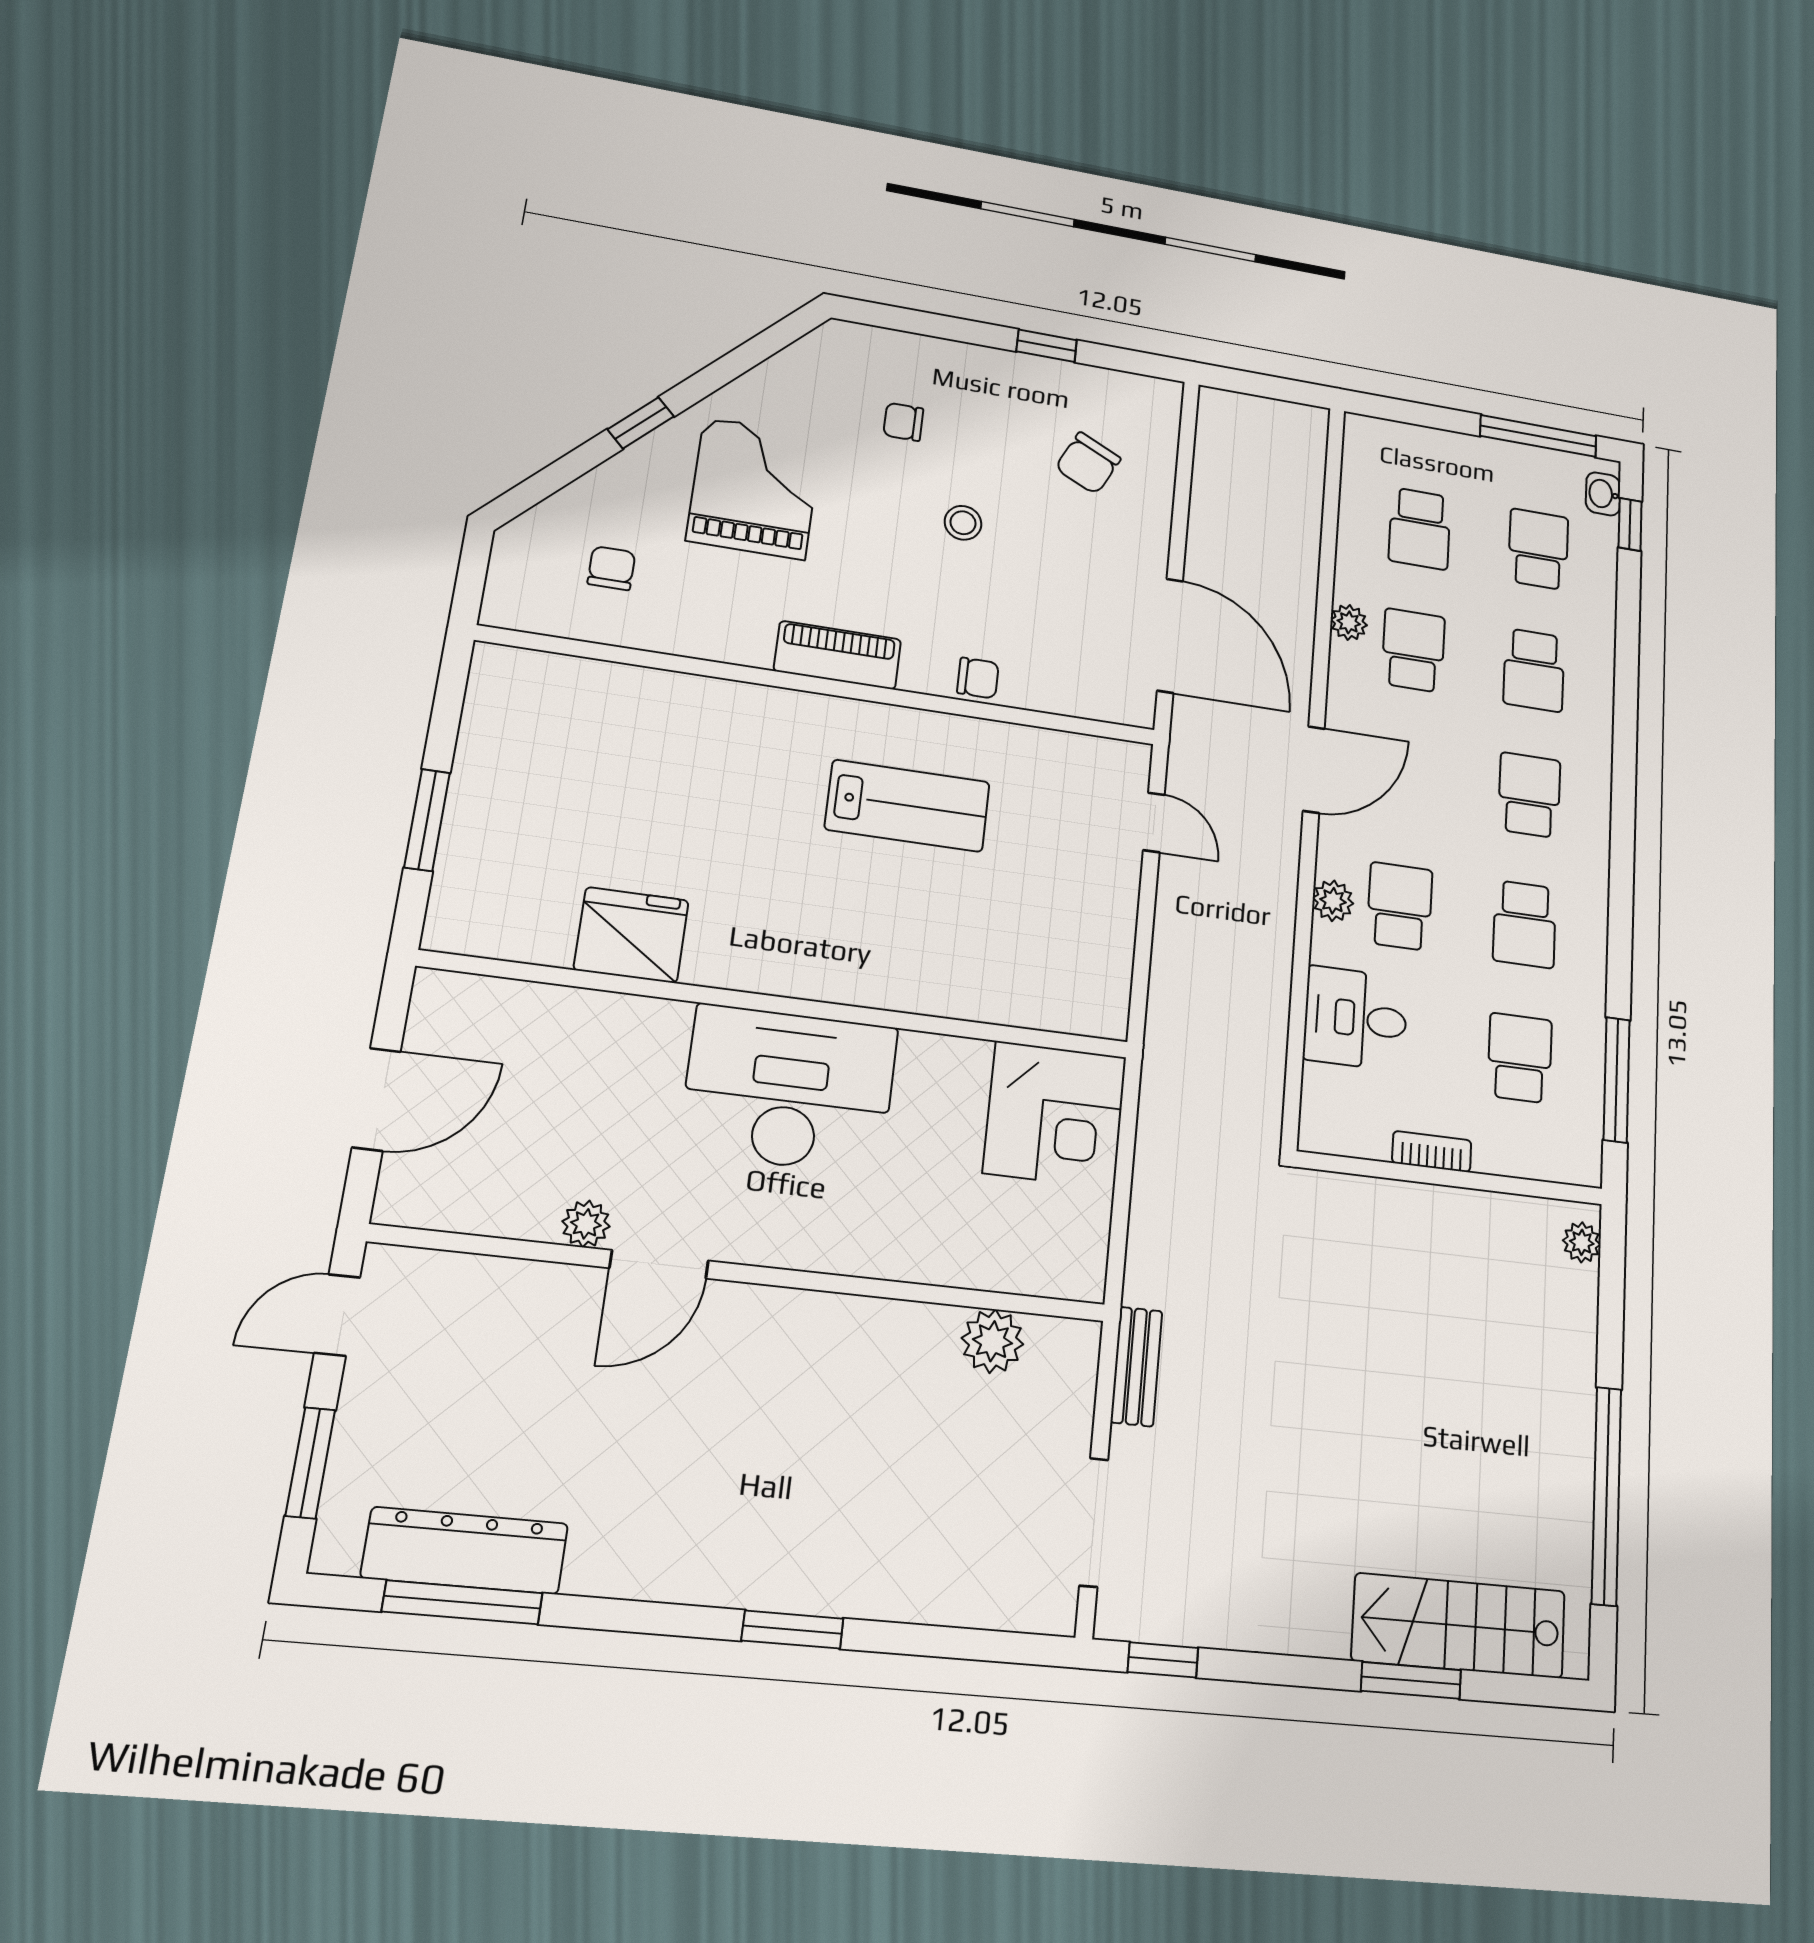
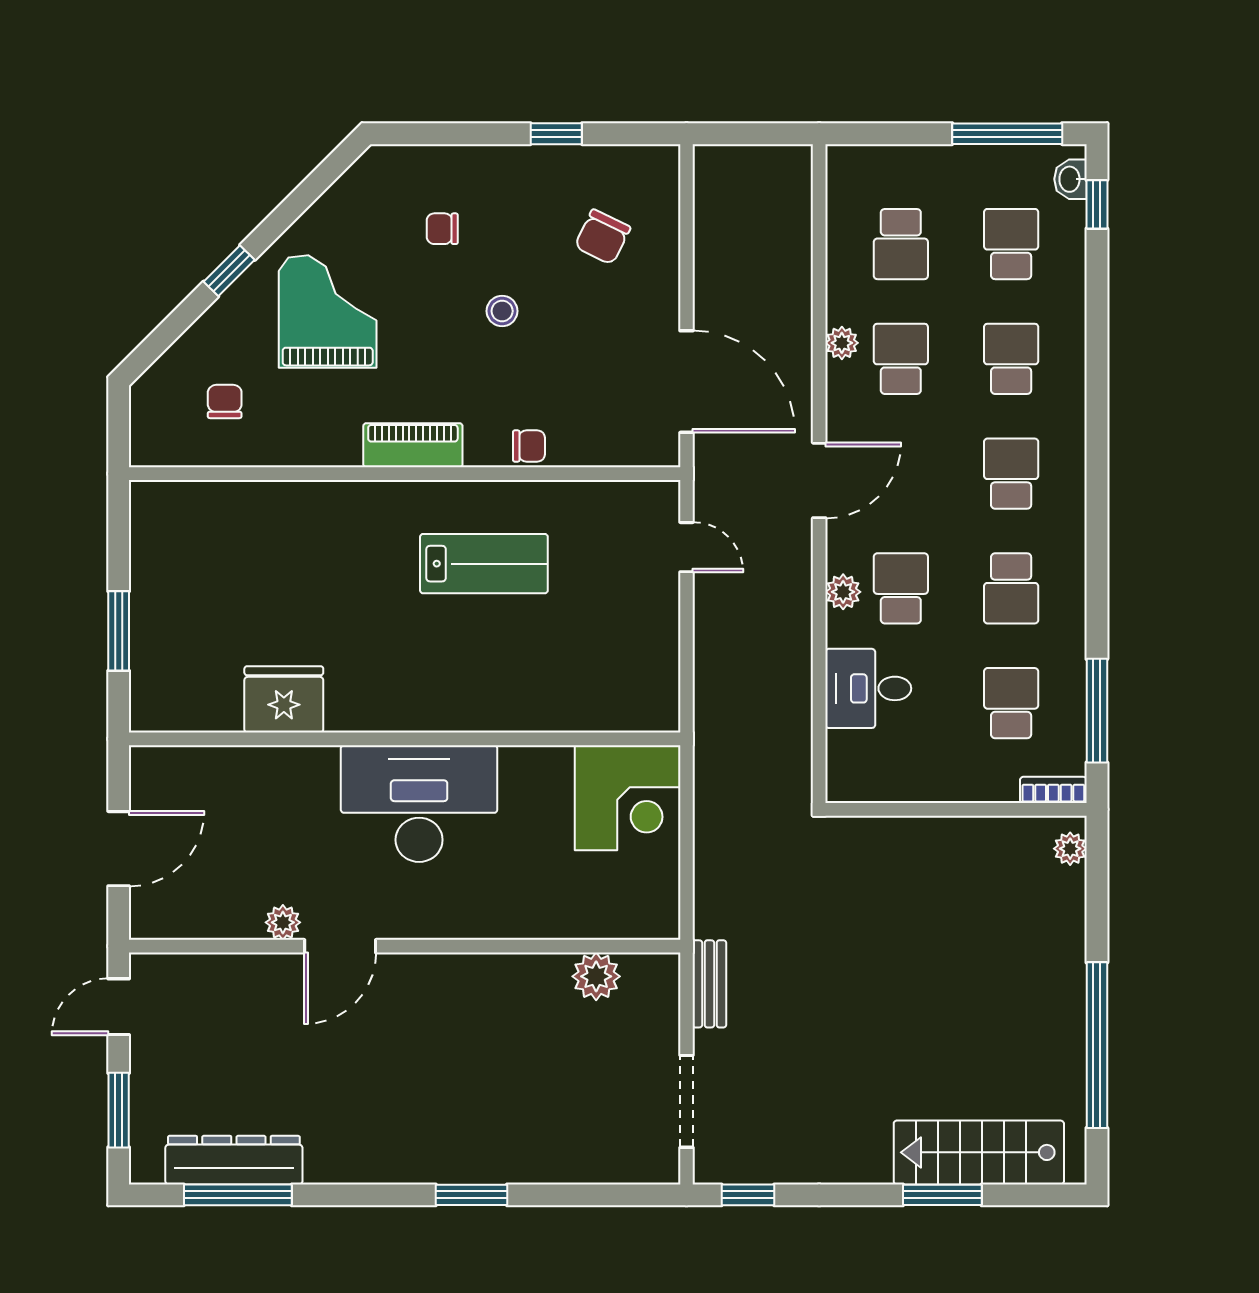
school desk: (1534, 670) -> (1011, 359), turned 180
bookcase: (1432, 1152) -> (1053, 790), moved

